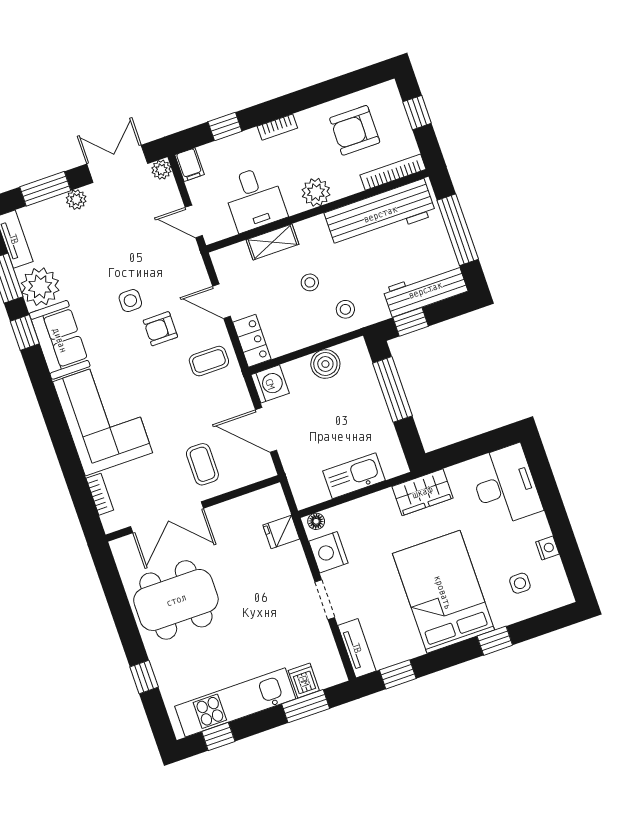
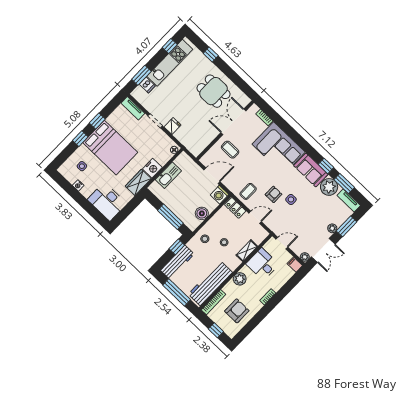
window: (225, 127) -> (288, 287), removed
fridge: (281, 532) -> (172, 126), moved
nightstand: (328, 552) -> (152, 168), moved, turned 90
dining table: (176, 600) -> (213, 91), width x0.73
window: (398, 674) -> (97, 121), moved

